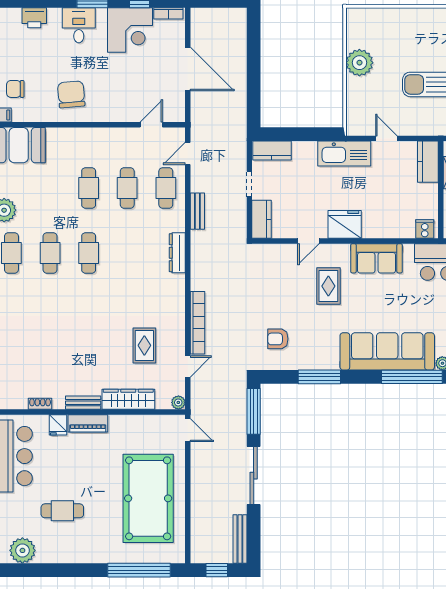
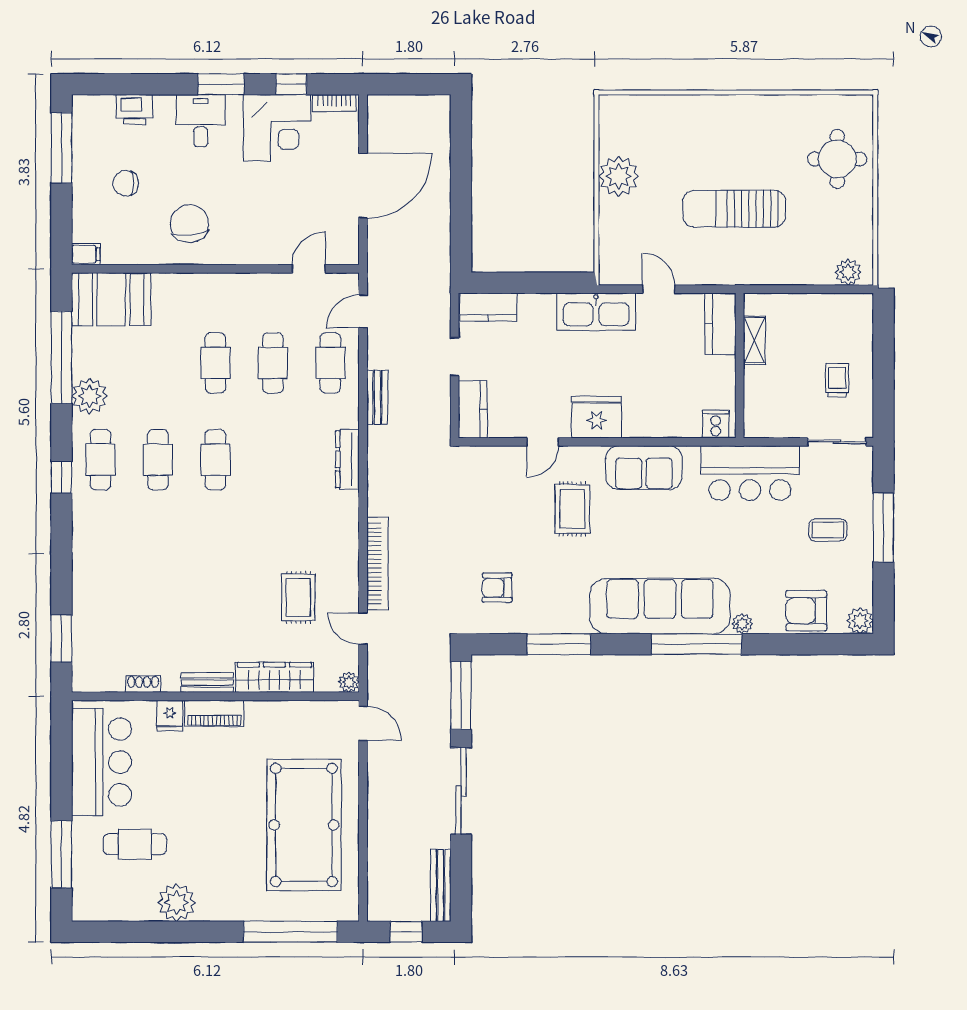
door: (188, 69) -> (363, 186), hinge flipped
chair: (15, 89) -> (126, 183), moved
door: (188, 366) -> (363, 629), swing flipped
cafe table: (62, 511) -> (135, 844), moved
plant: (22, 550) -> (177, 902), moved

